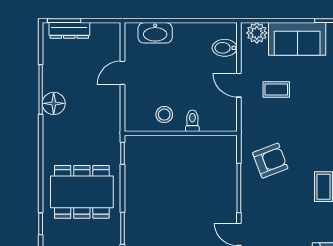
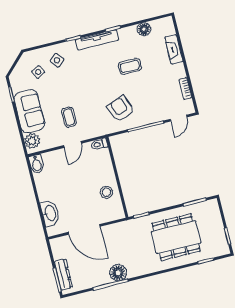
bidet: (225, 48) -> (37, 164), moved
door: (122, 73) -> (84, 229), width x1.87
toilet: (192, 121) -> (99, 144), moved
dining table: (82, 192) -> (176, 237), turned 90

